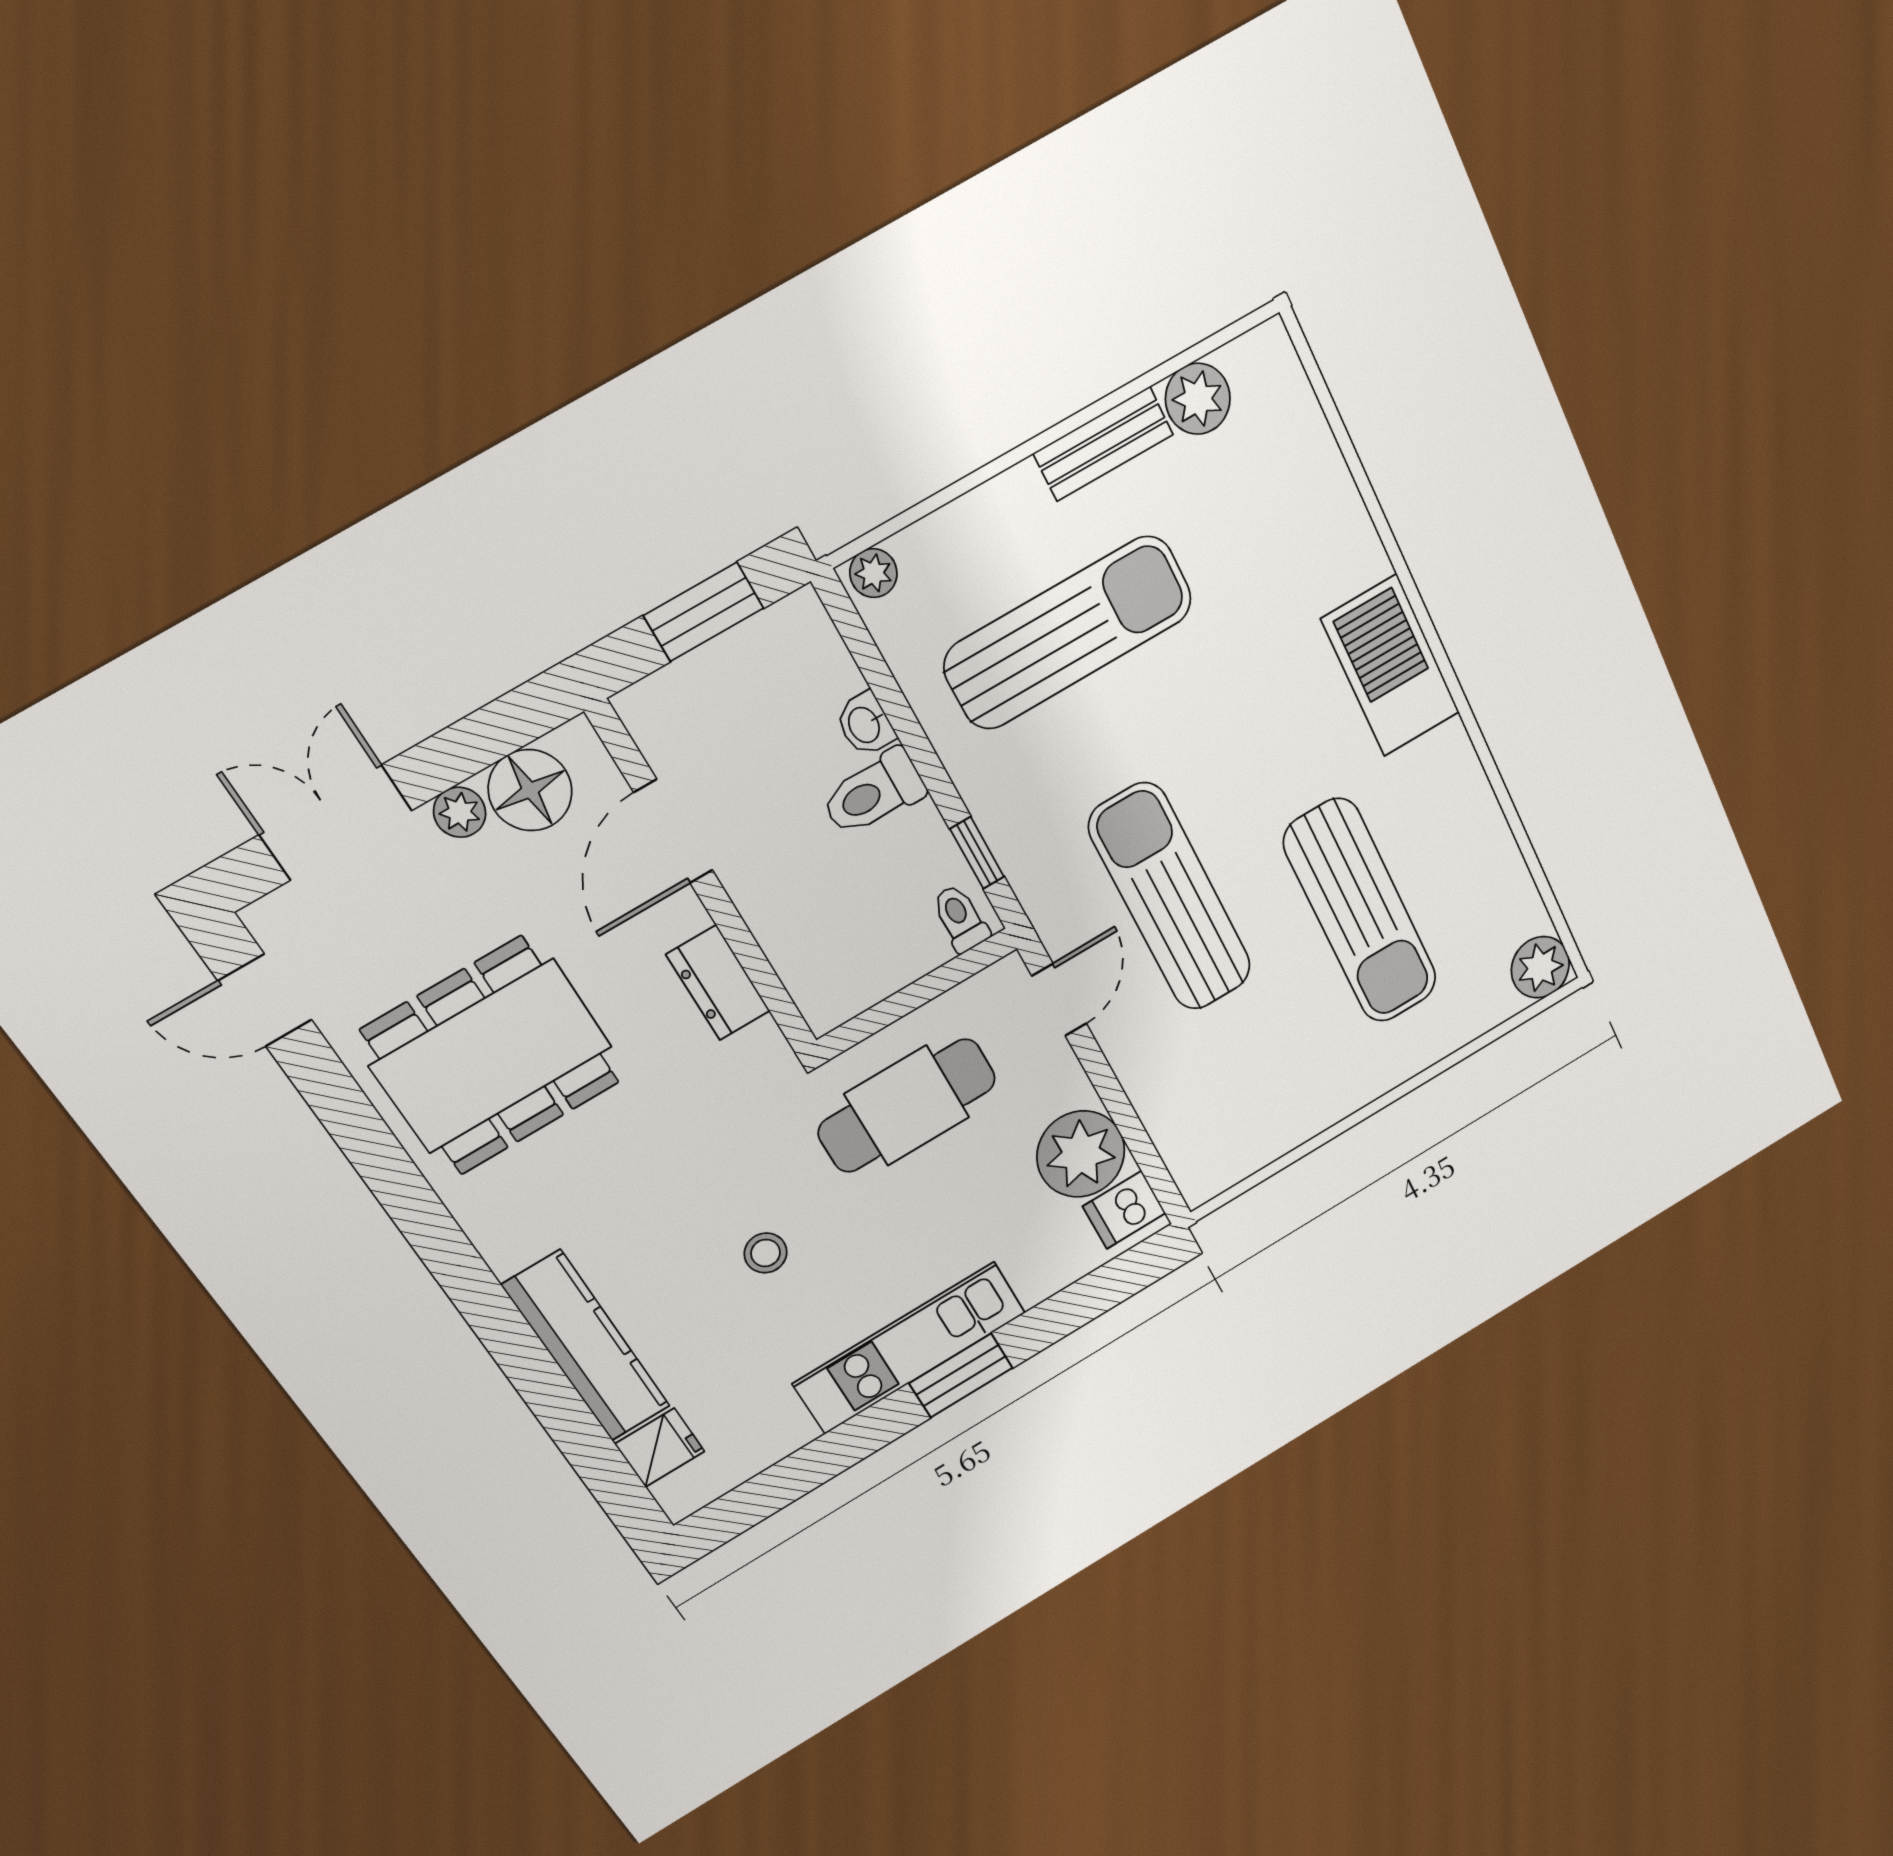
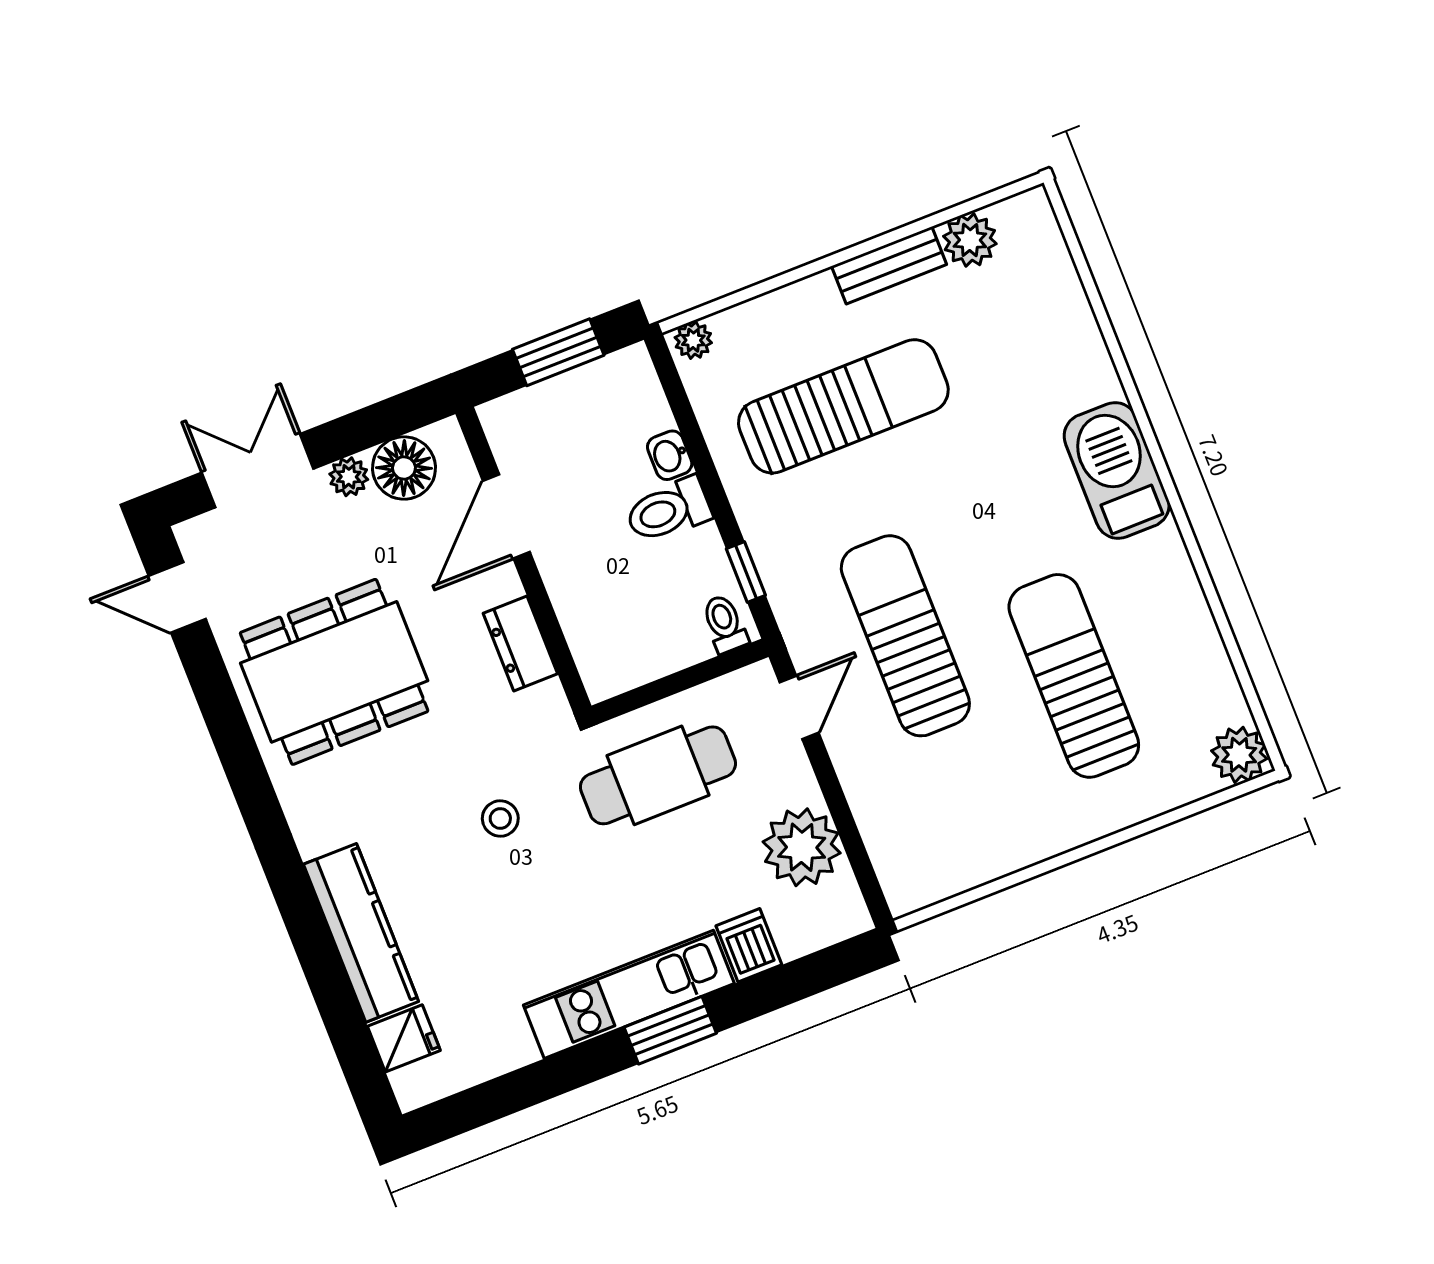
sun lounger: (1361, 911) -> (1074, 676), turned 180
dishwasher: (1124, 1210) -> (749, 945), moved, turned 90
stool: (766, 1253) -> (500, 818), moved

